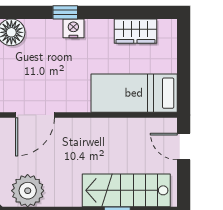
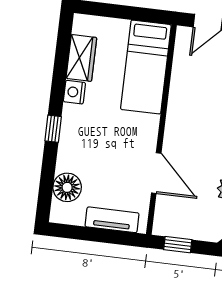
nightstand: (73, 28) -> (74, 92), moved

